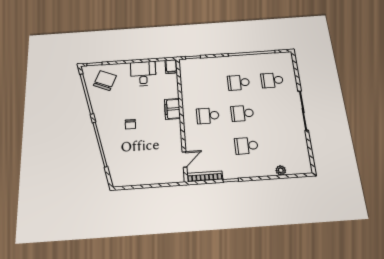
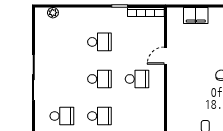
filing cabinet: (172, 109) -> (196, 15), moved, turned 90
door: (185, 160) -> (165, 56), moved
plant: (281, 170) -> (53, 13), moved

